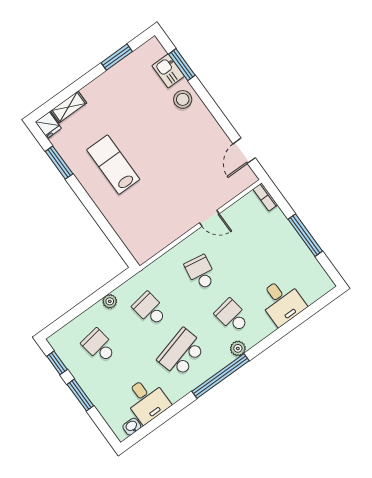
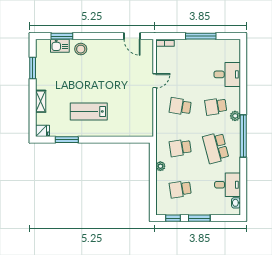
shelving: (69, 107) -> (41, 101), moved

